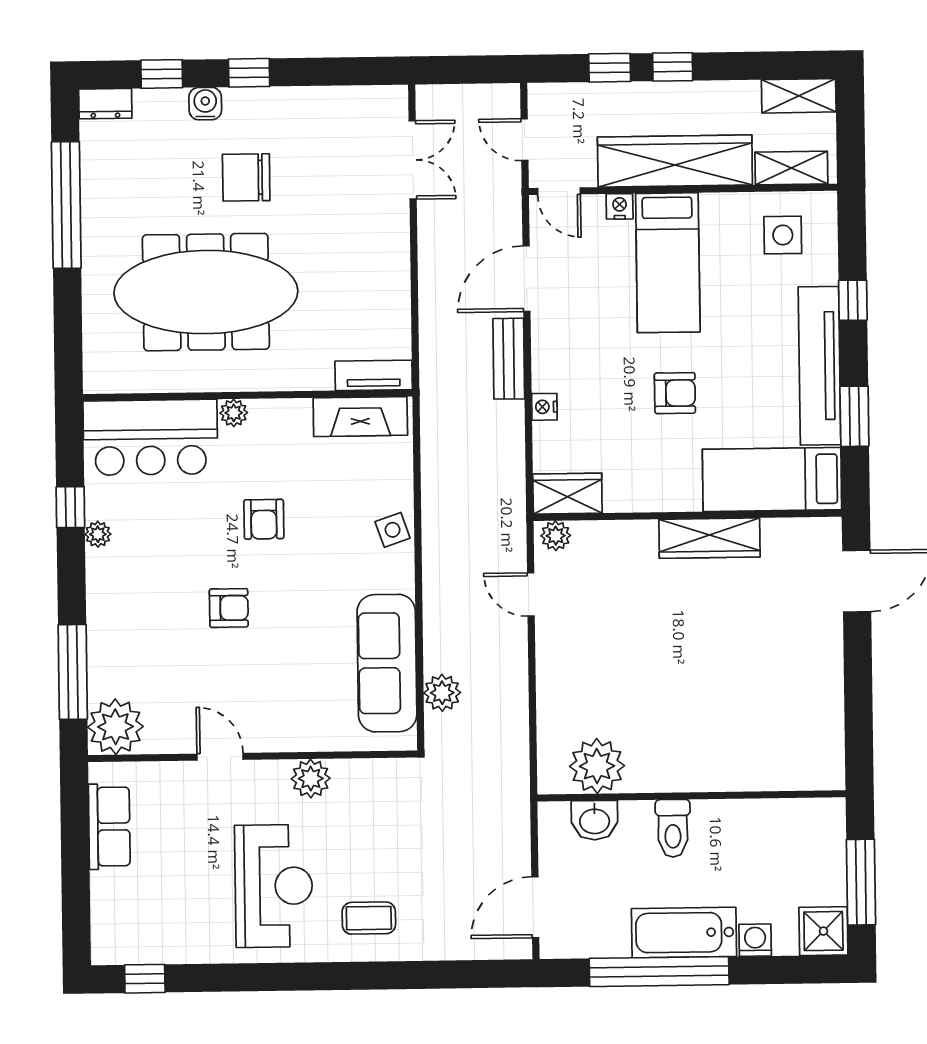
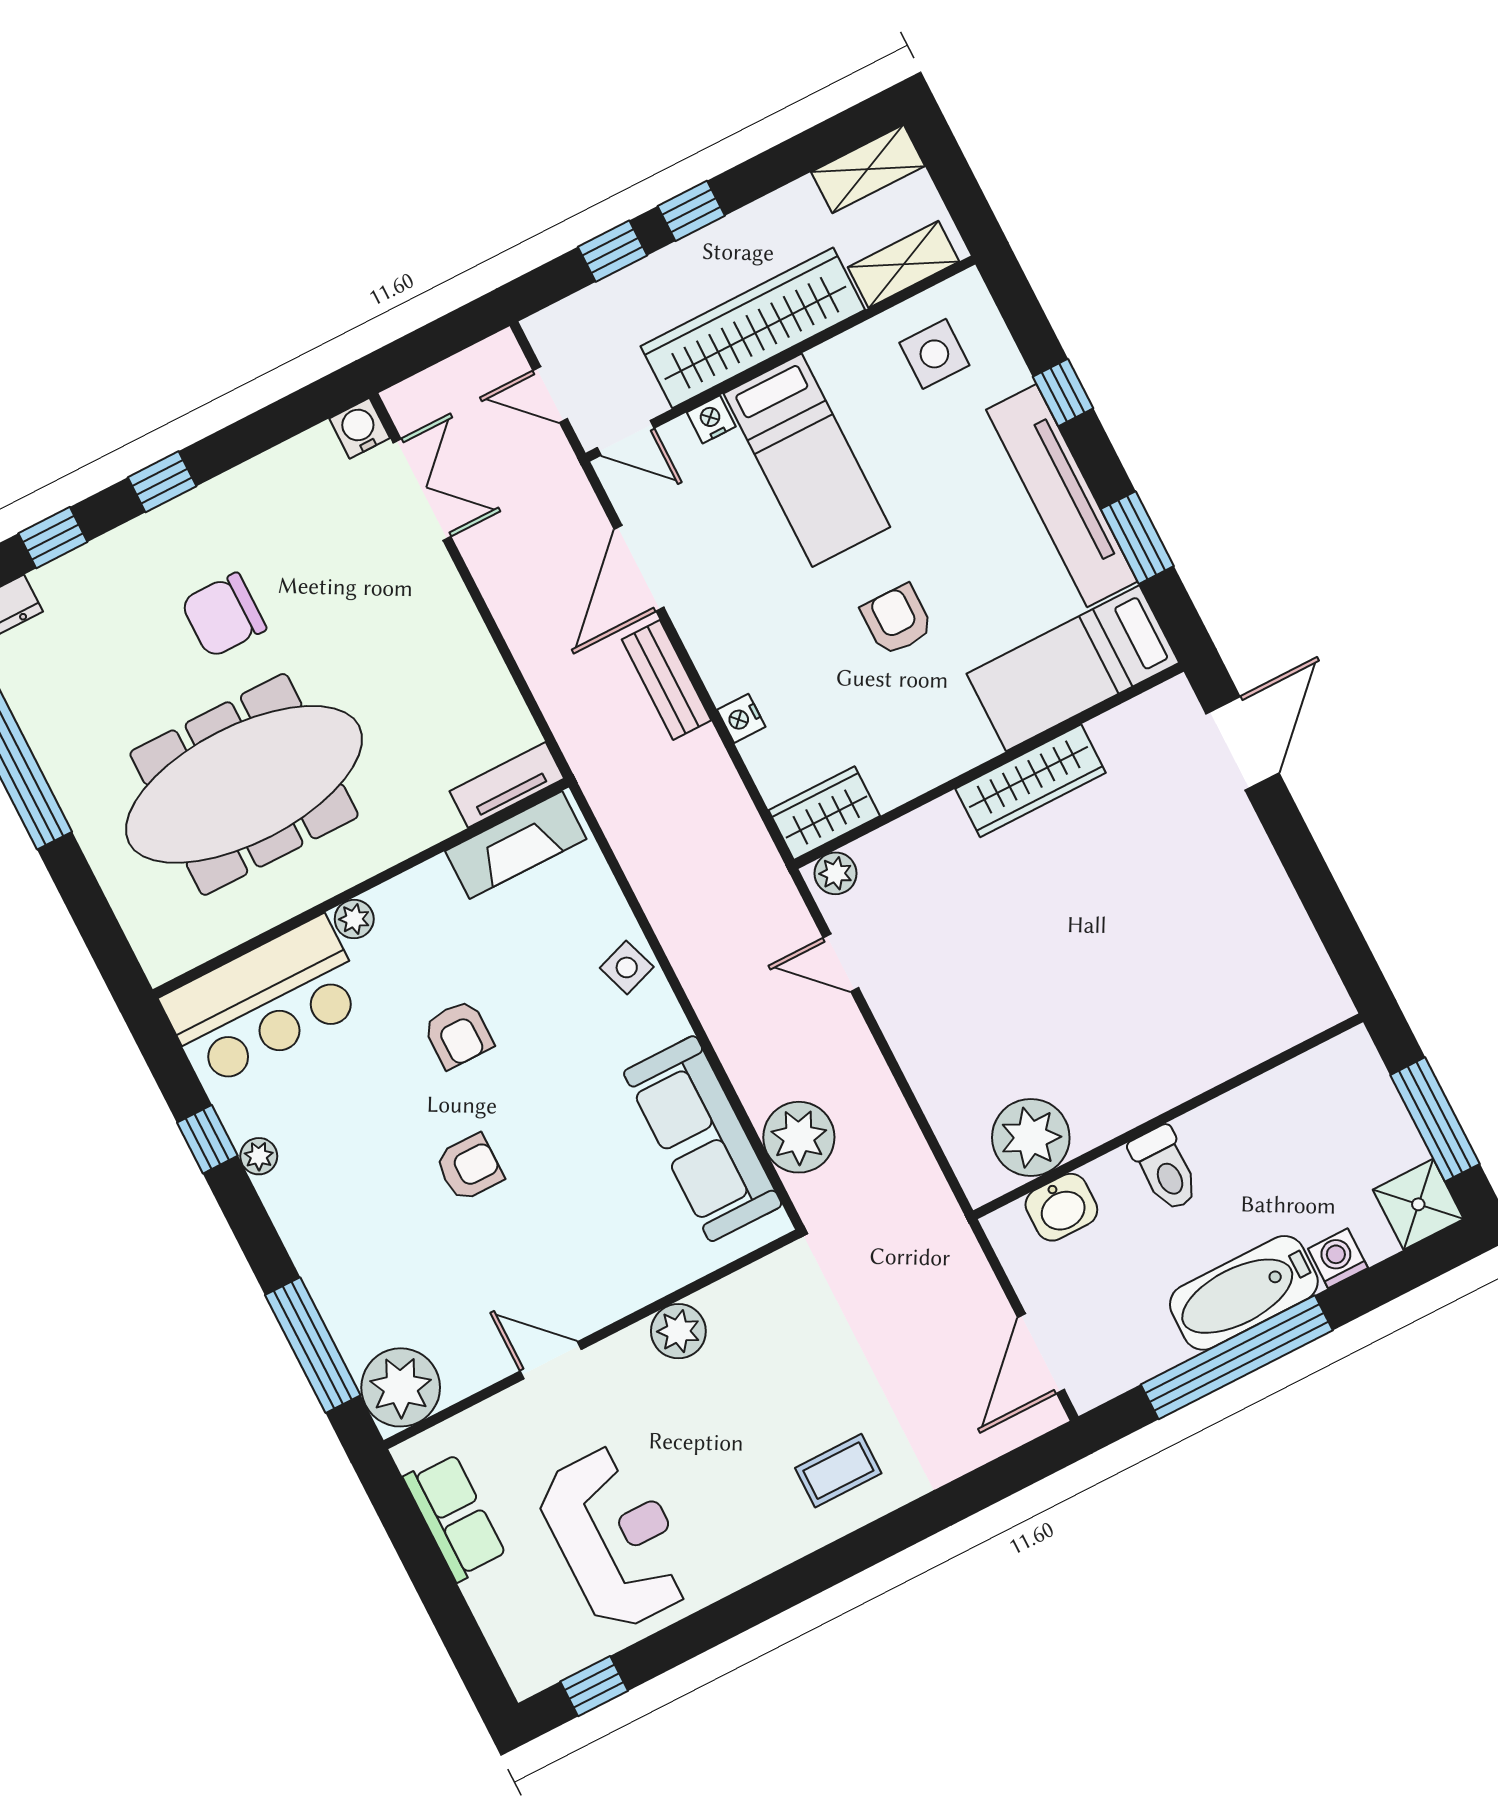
water cooler: (205, 104) -> (360, 428), moved
armchair: (675, 393) -> (897, 620), turned -90
plant: (442, 693) -> (799, 1137), width x1.36, depth x1.36
reception desk: (274, 886) -> (616, 1538), moved

